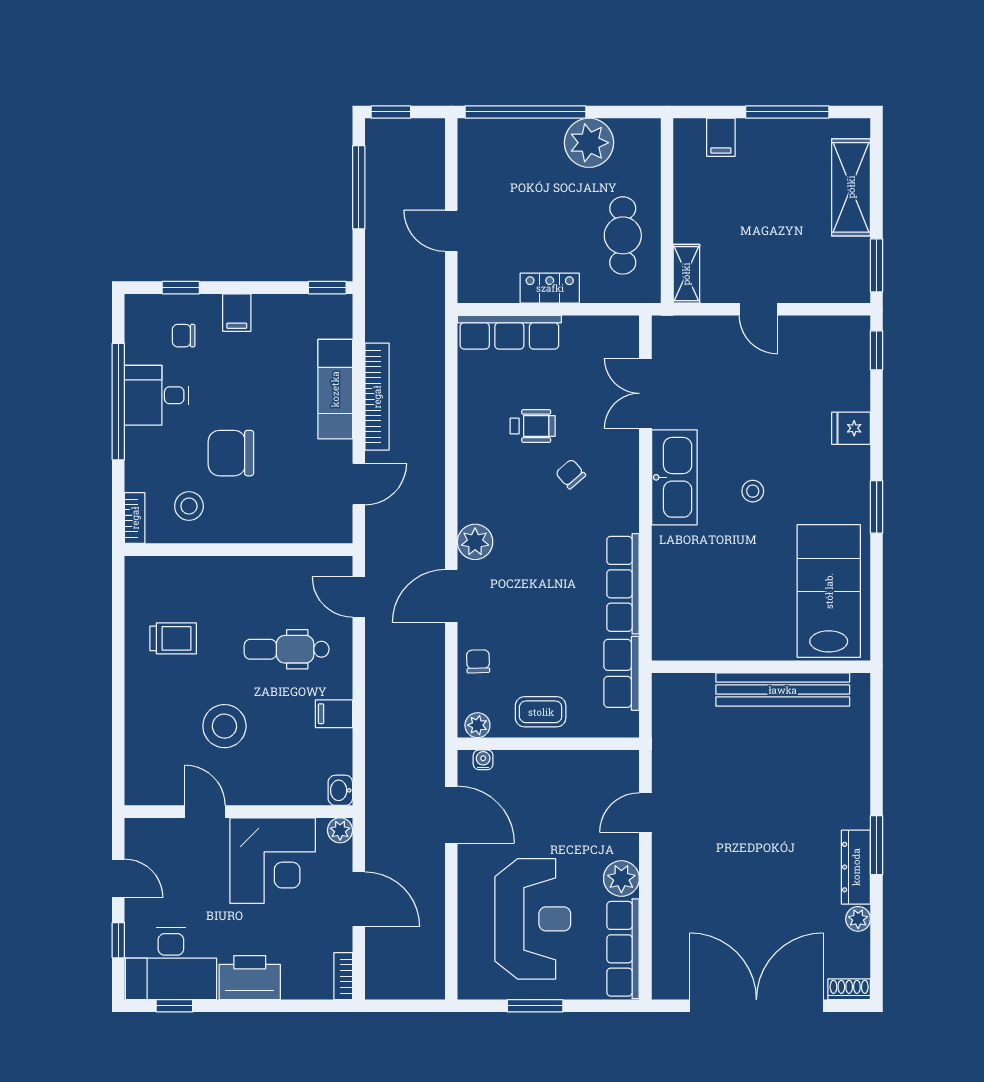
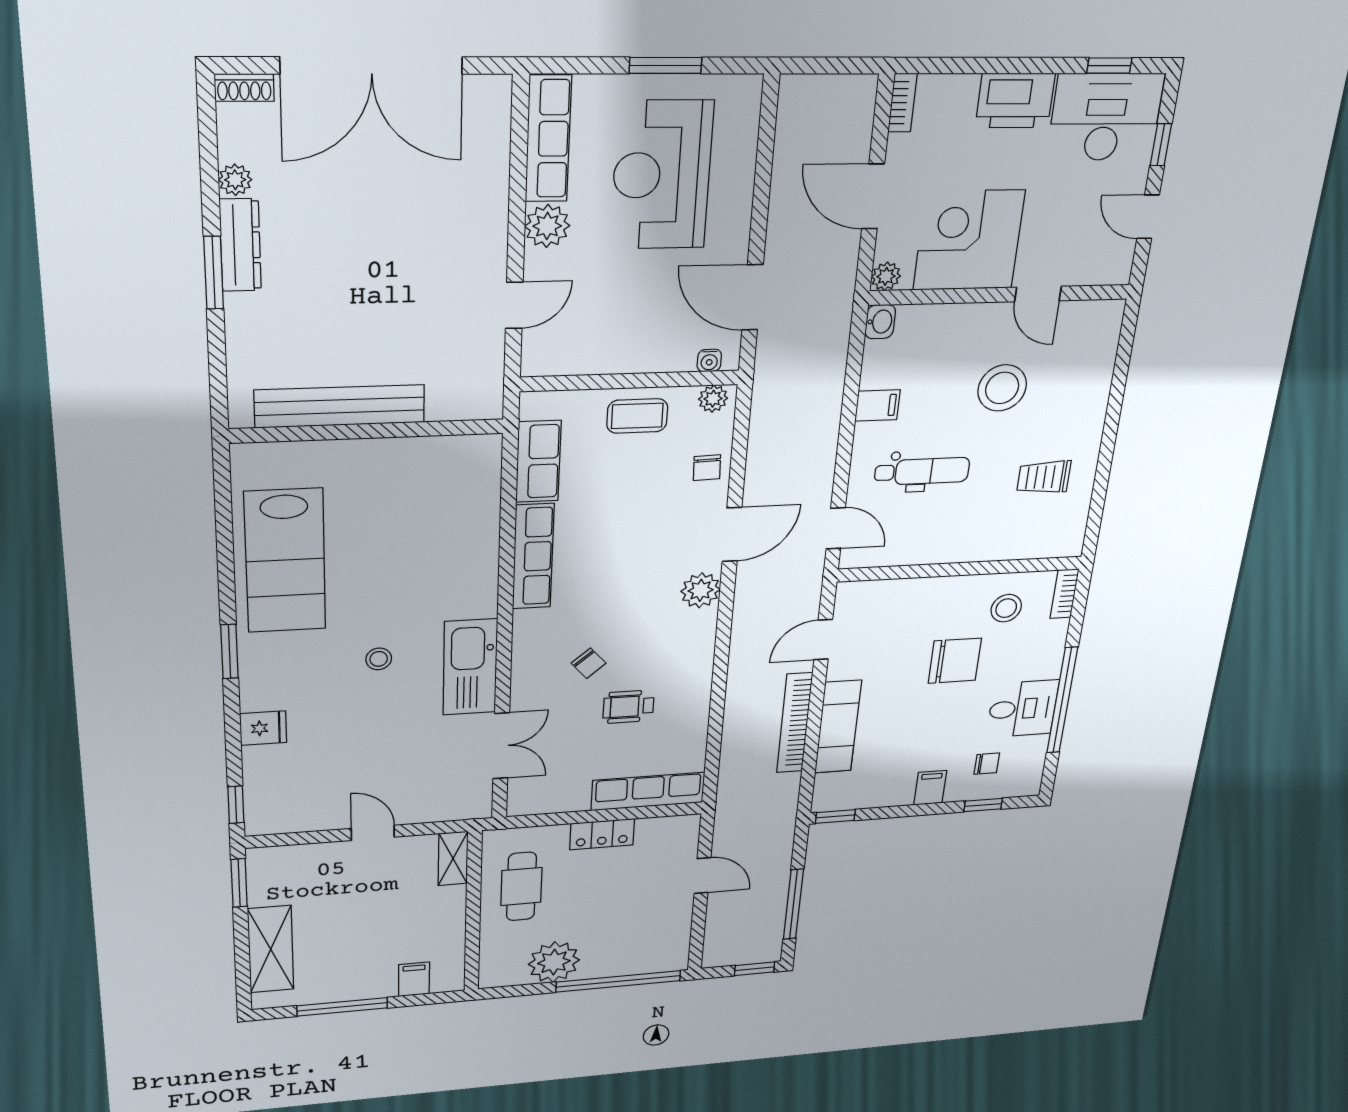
wall: (761, 667) -> (368, 431), moved
bench: (783, 690) -> (340, 406), moved

